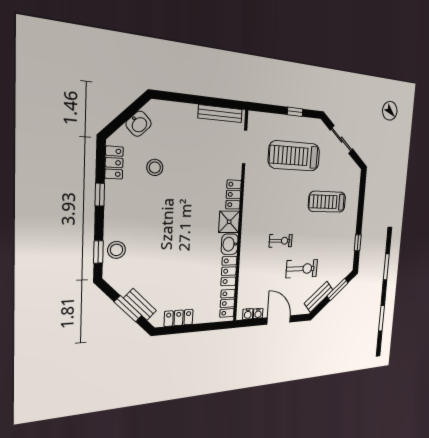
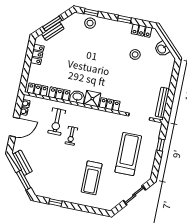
window: (295, 112) -> (161, 145), moved
treadmill: (327, 202) -> (92, 178), turned 180
exercise bike: (302, 269) -> (57, 122), moved

